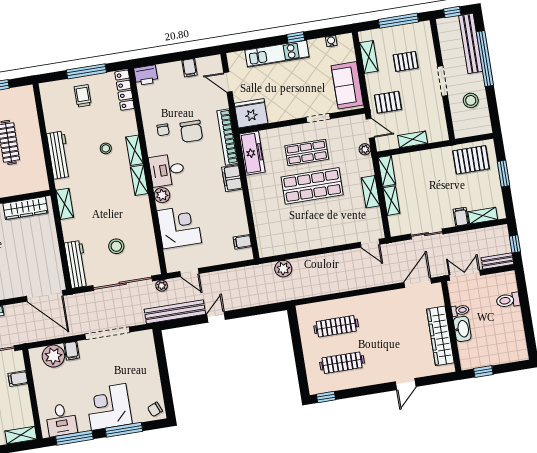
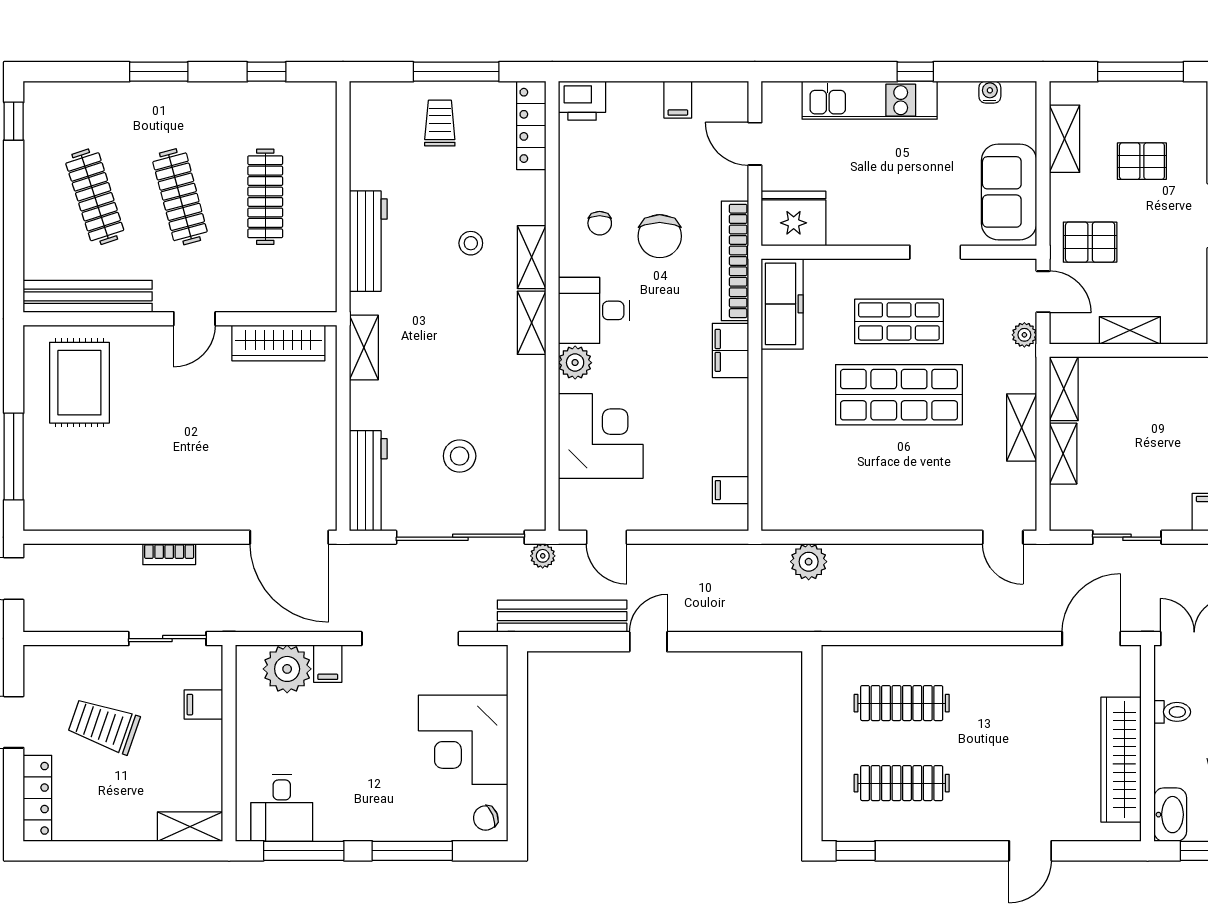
washbasin: (462, 329) -> (1170, 815), moved
corner desk: (109, 407) -> (463, 740), moved, turned -90

